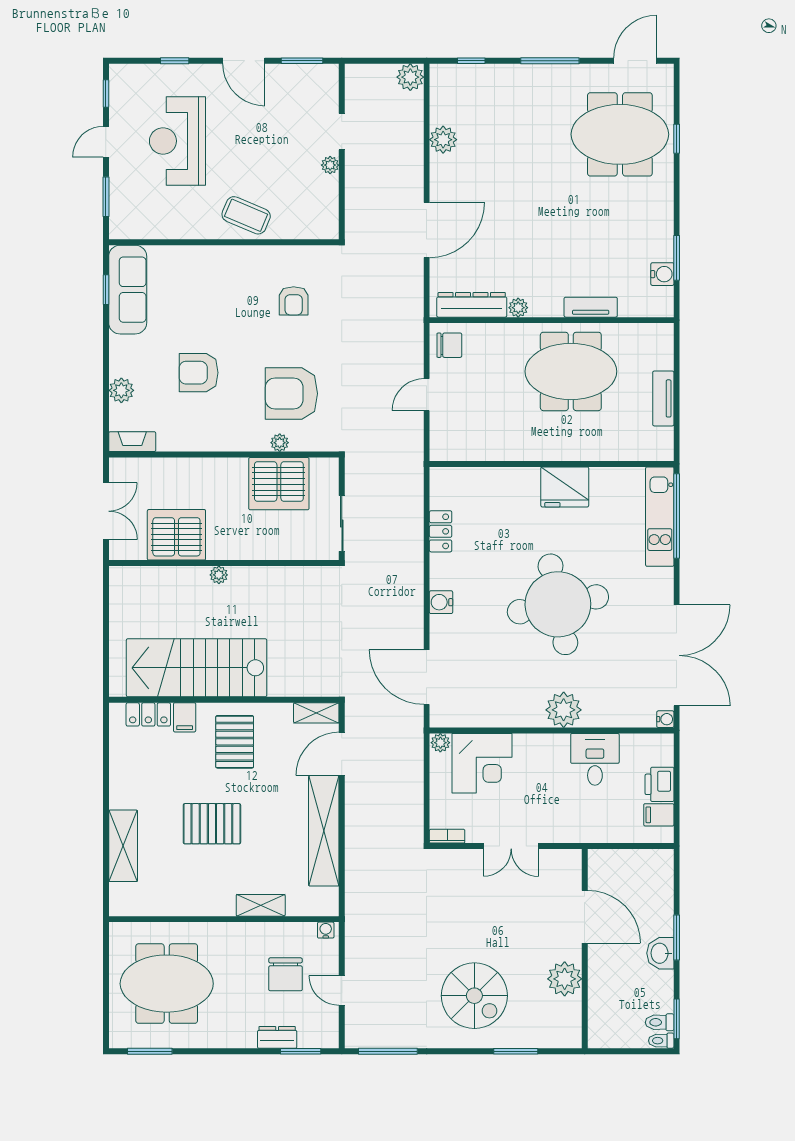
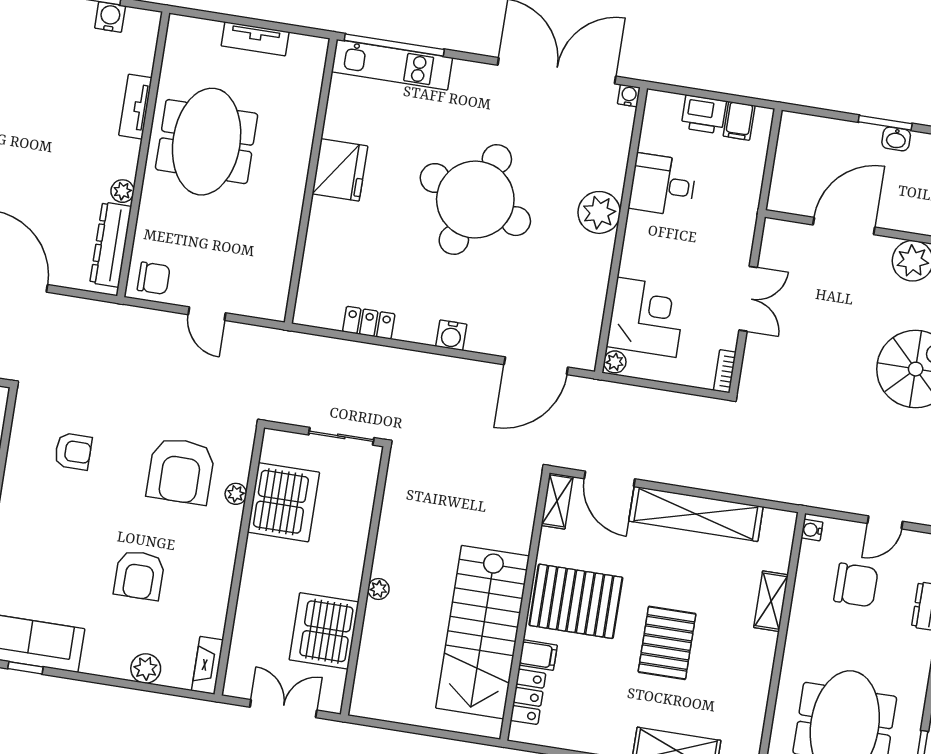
chair: (449, 345) -> (154, 278), turned 90
round table: (558, 604) -> (475, 200), turned 30
pallet: (235, 742) -> (576, 601), width x1.37, depth x1.41
washbasin: (660, 953) -> (896, 139), width x0.72, depth x0.69

